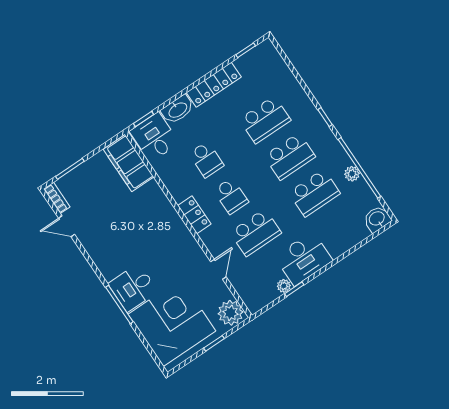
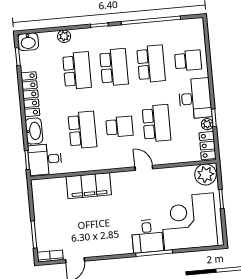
school desk: (206, 159) -> (82, 130), width x1.85
filing cabinet: (129, 163) -> (89, 186), moved
plant: (352, 174) -> (64, 36), moved
locker: (194, 215) -> (208, 146), moved, turned -90
washbasin: (377, 219) -> (28, 42), moved, turned -90
school desk: (339, 230) -> (188, 60), added
door: (218, 269) -> (144, 168), moved

